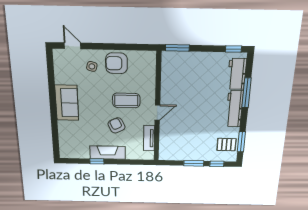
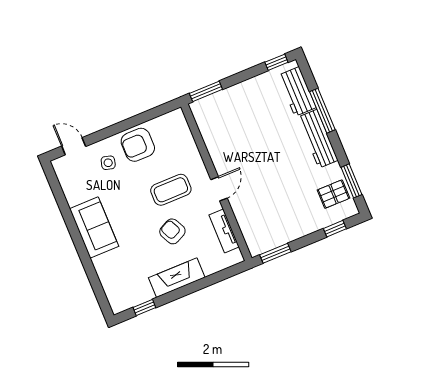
window: (97, 161) -> (144, 308), moved
window: (194, 163) -> (275, 253), moved

